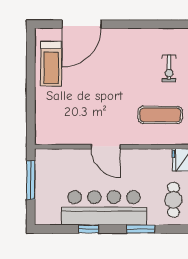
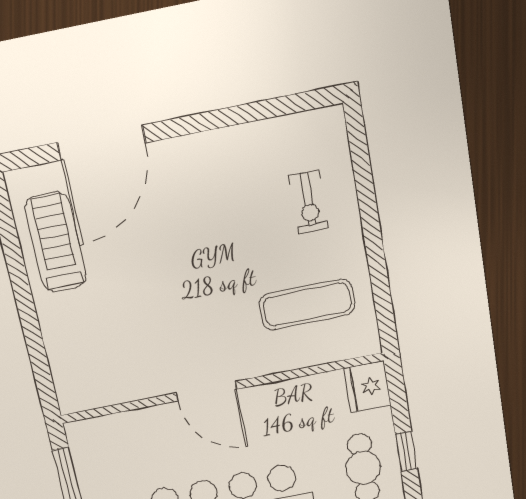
treadmill: (51, 64) -> (56, 242), turned 180

